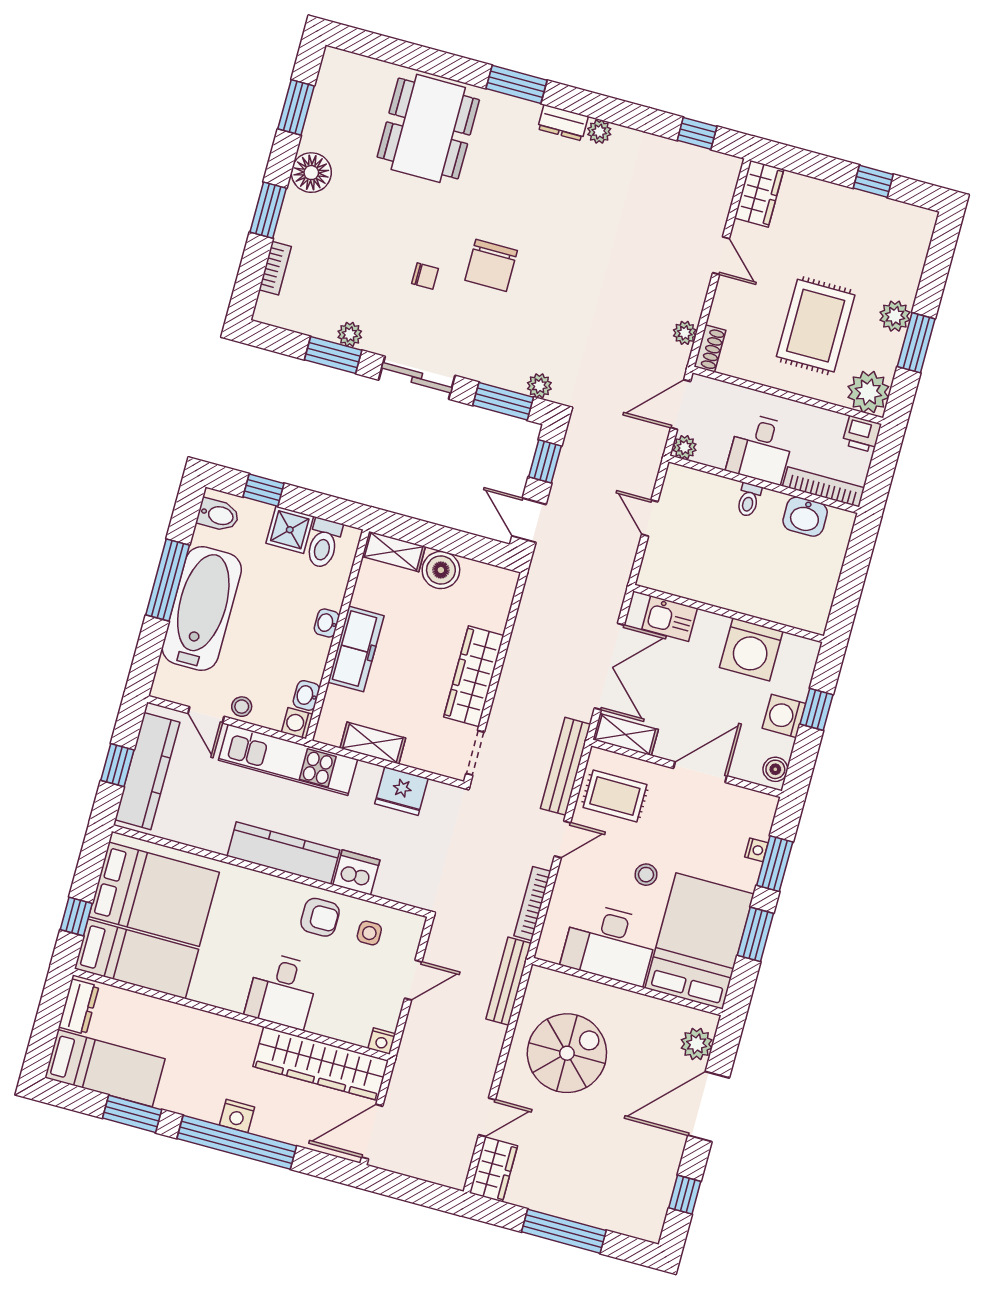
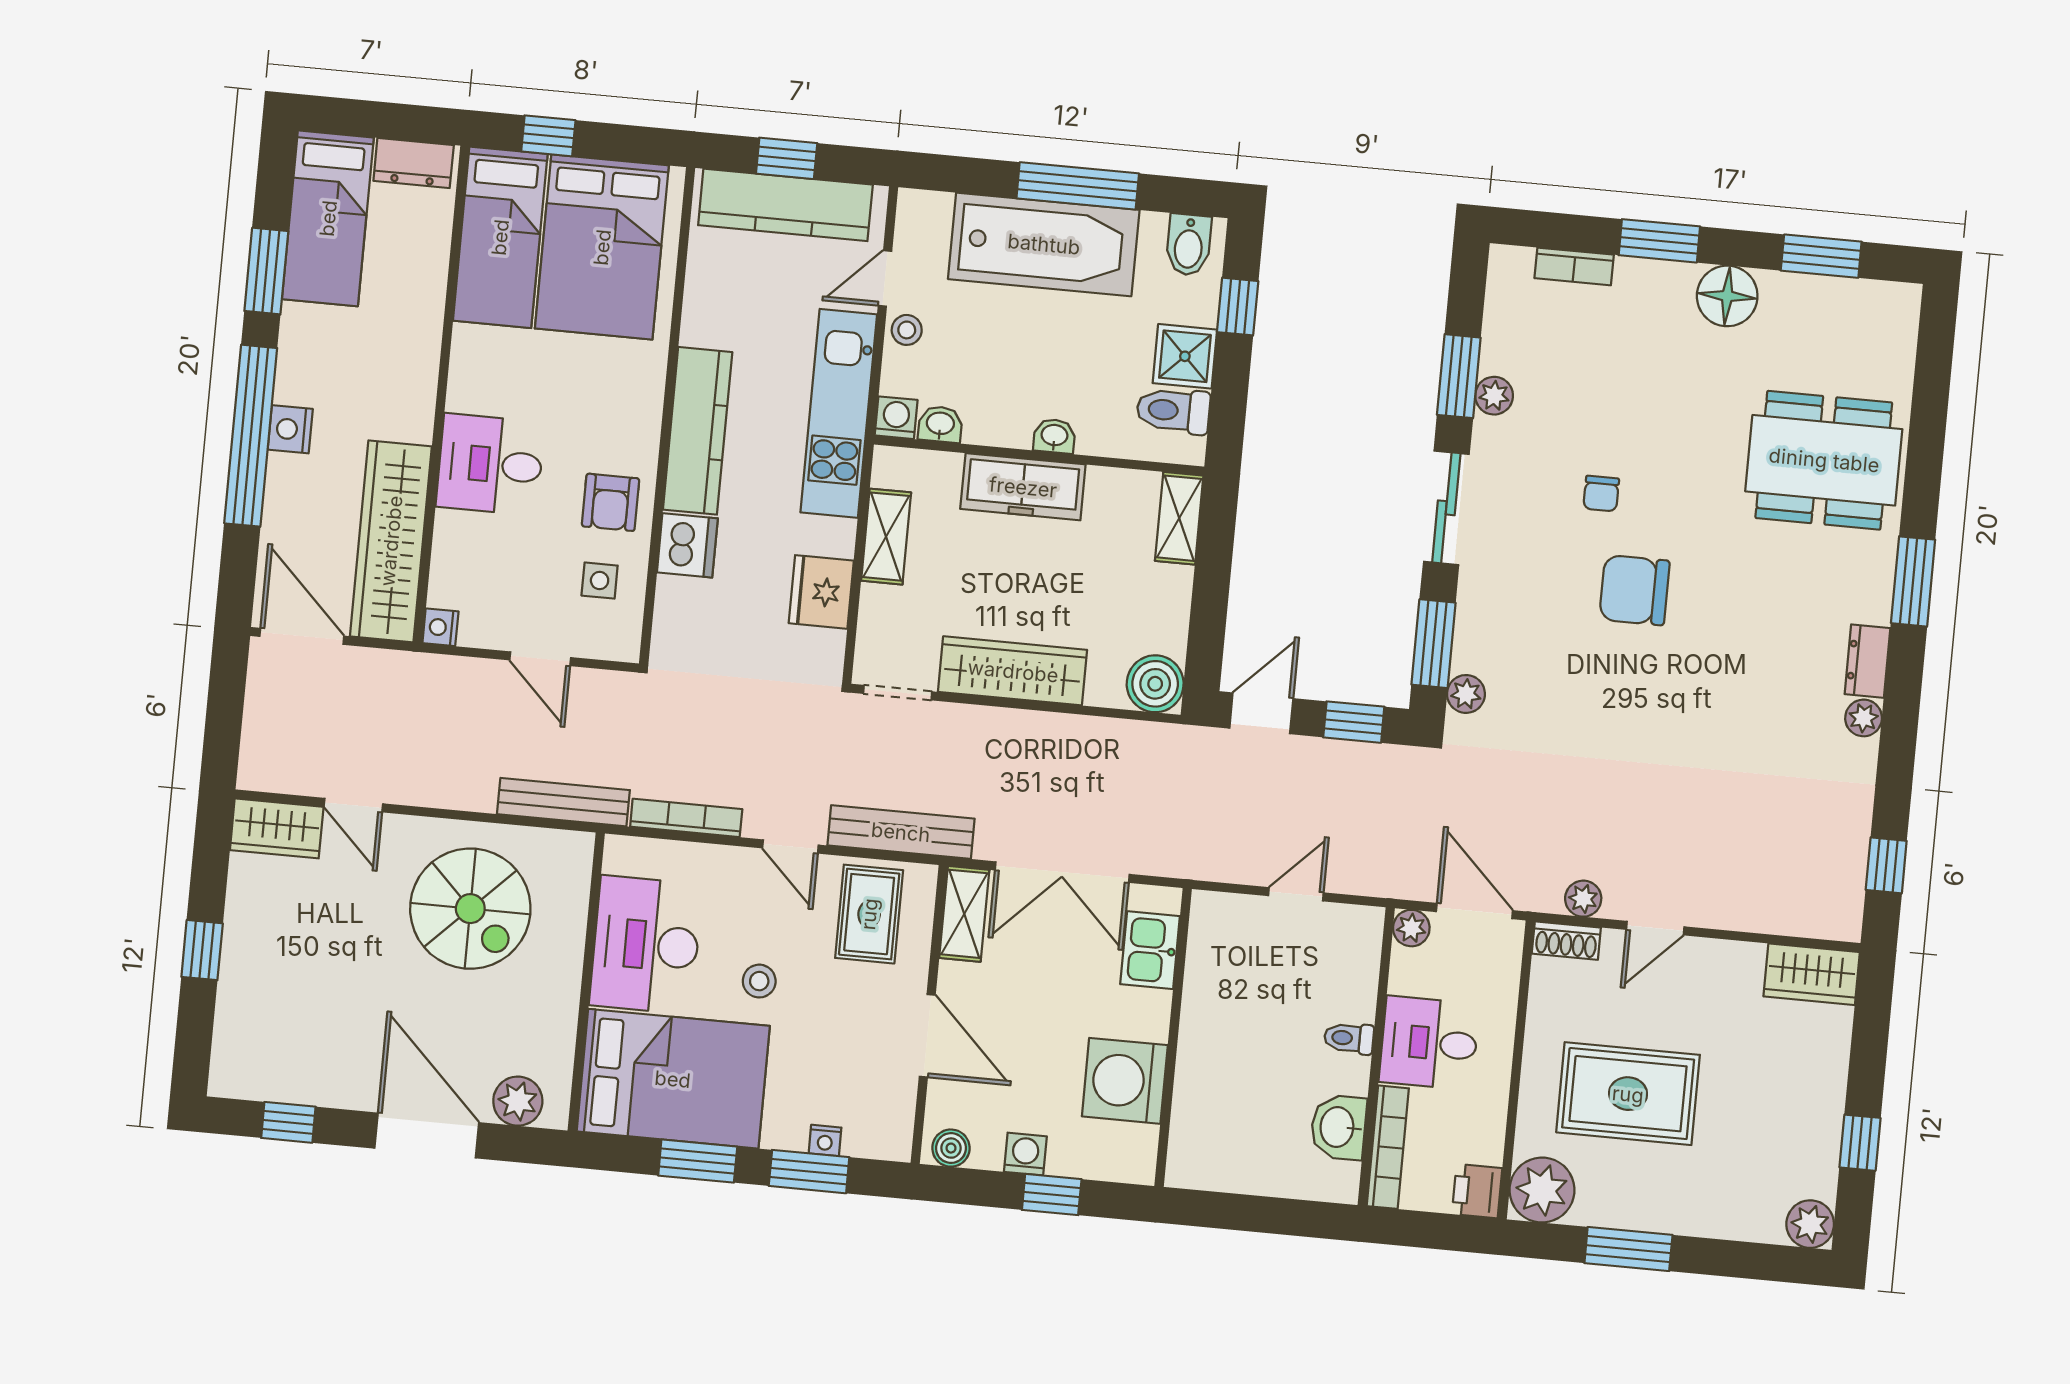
door: (721, 256) -> (1655, 928), moved
plant: (895, 316) -> (1810, 1224), moved
boiler: (441, 570) -> (1155, 684), moved
washing machine: (784, 716) -> (1025, 1154), width x0.73, depth x0.73
window: (564, 1231) -> (202, 950), width x0.46

